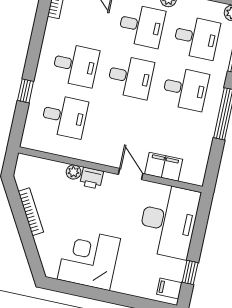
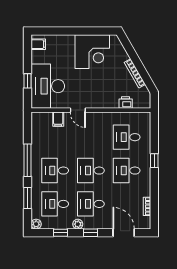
window: (26, 91) -> (154, 161), moved
filing cabinet: (164, 167) -> (58, 119), width x0.50
plant: (74, 172) -> (114, 104), removed
printer: (92, 178) -> (126, 102), moved
window: (190, 272) -> (27, 81), moved

